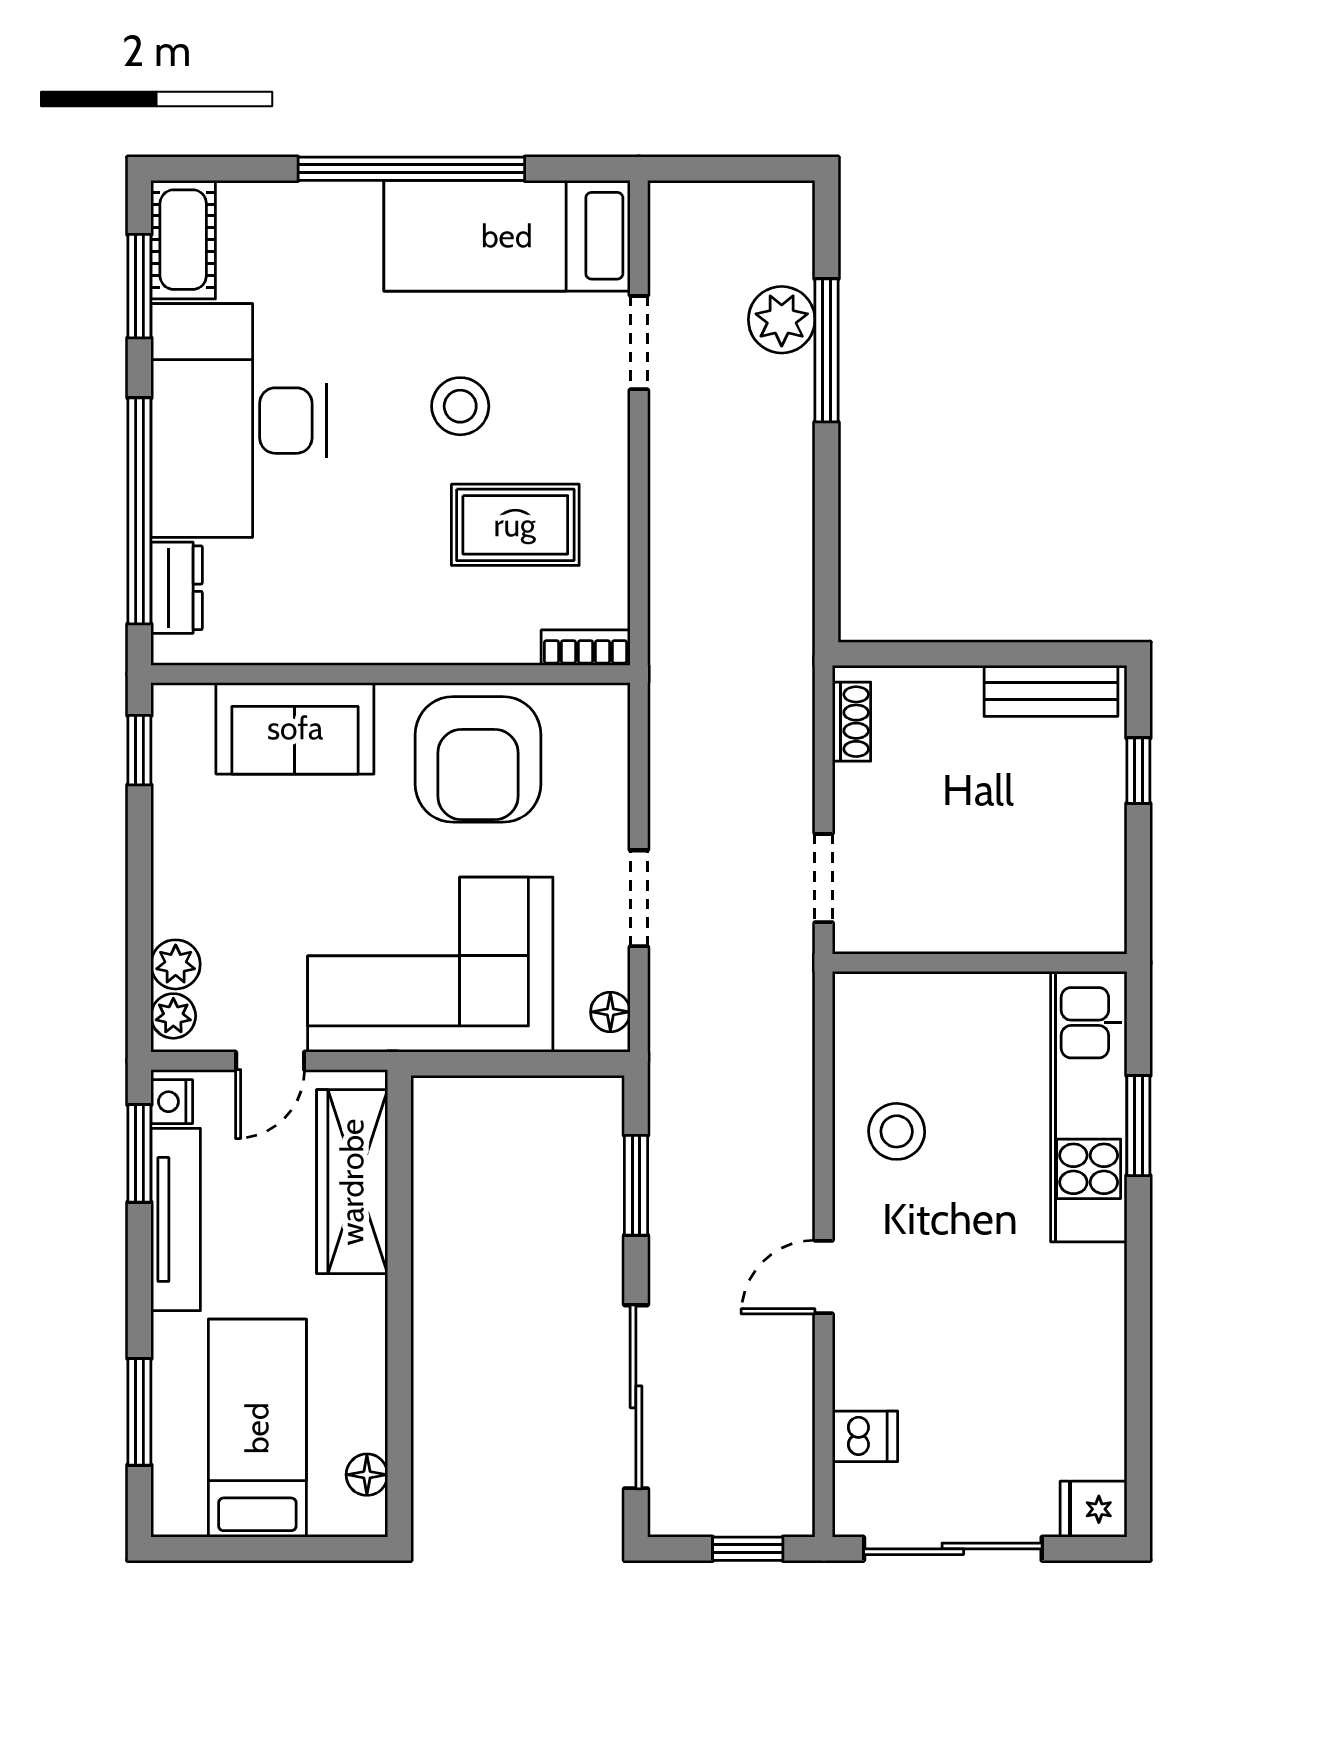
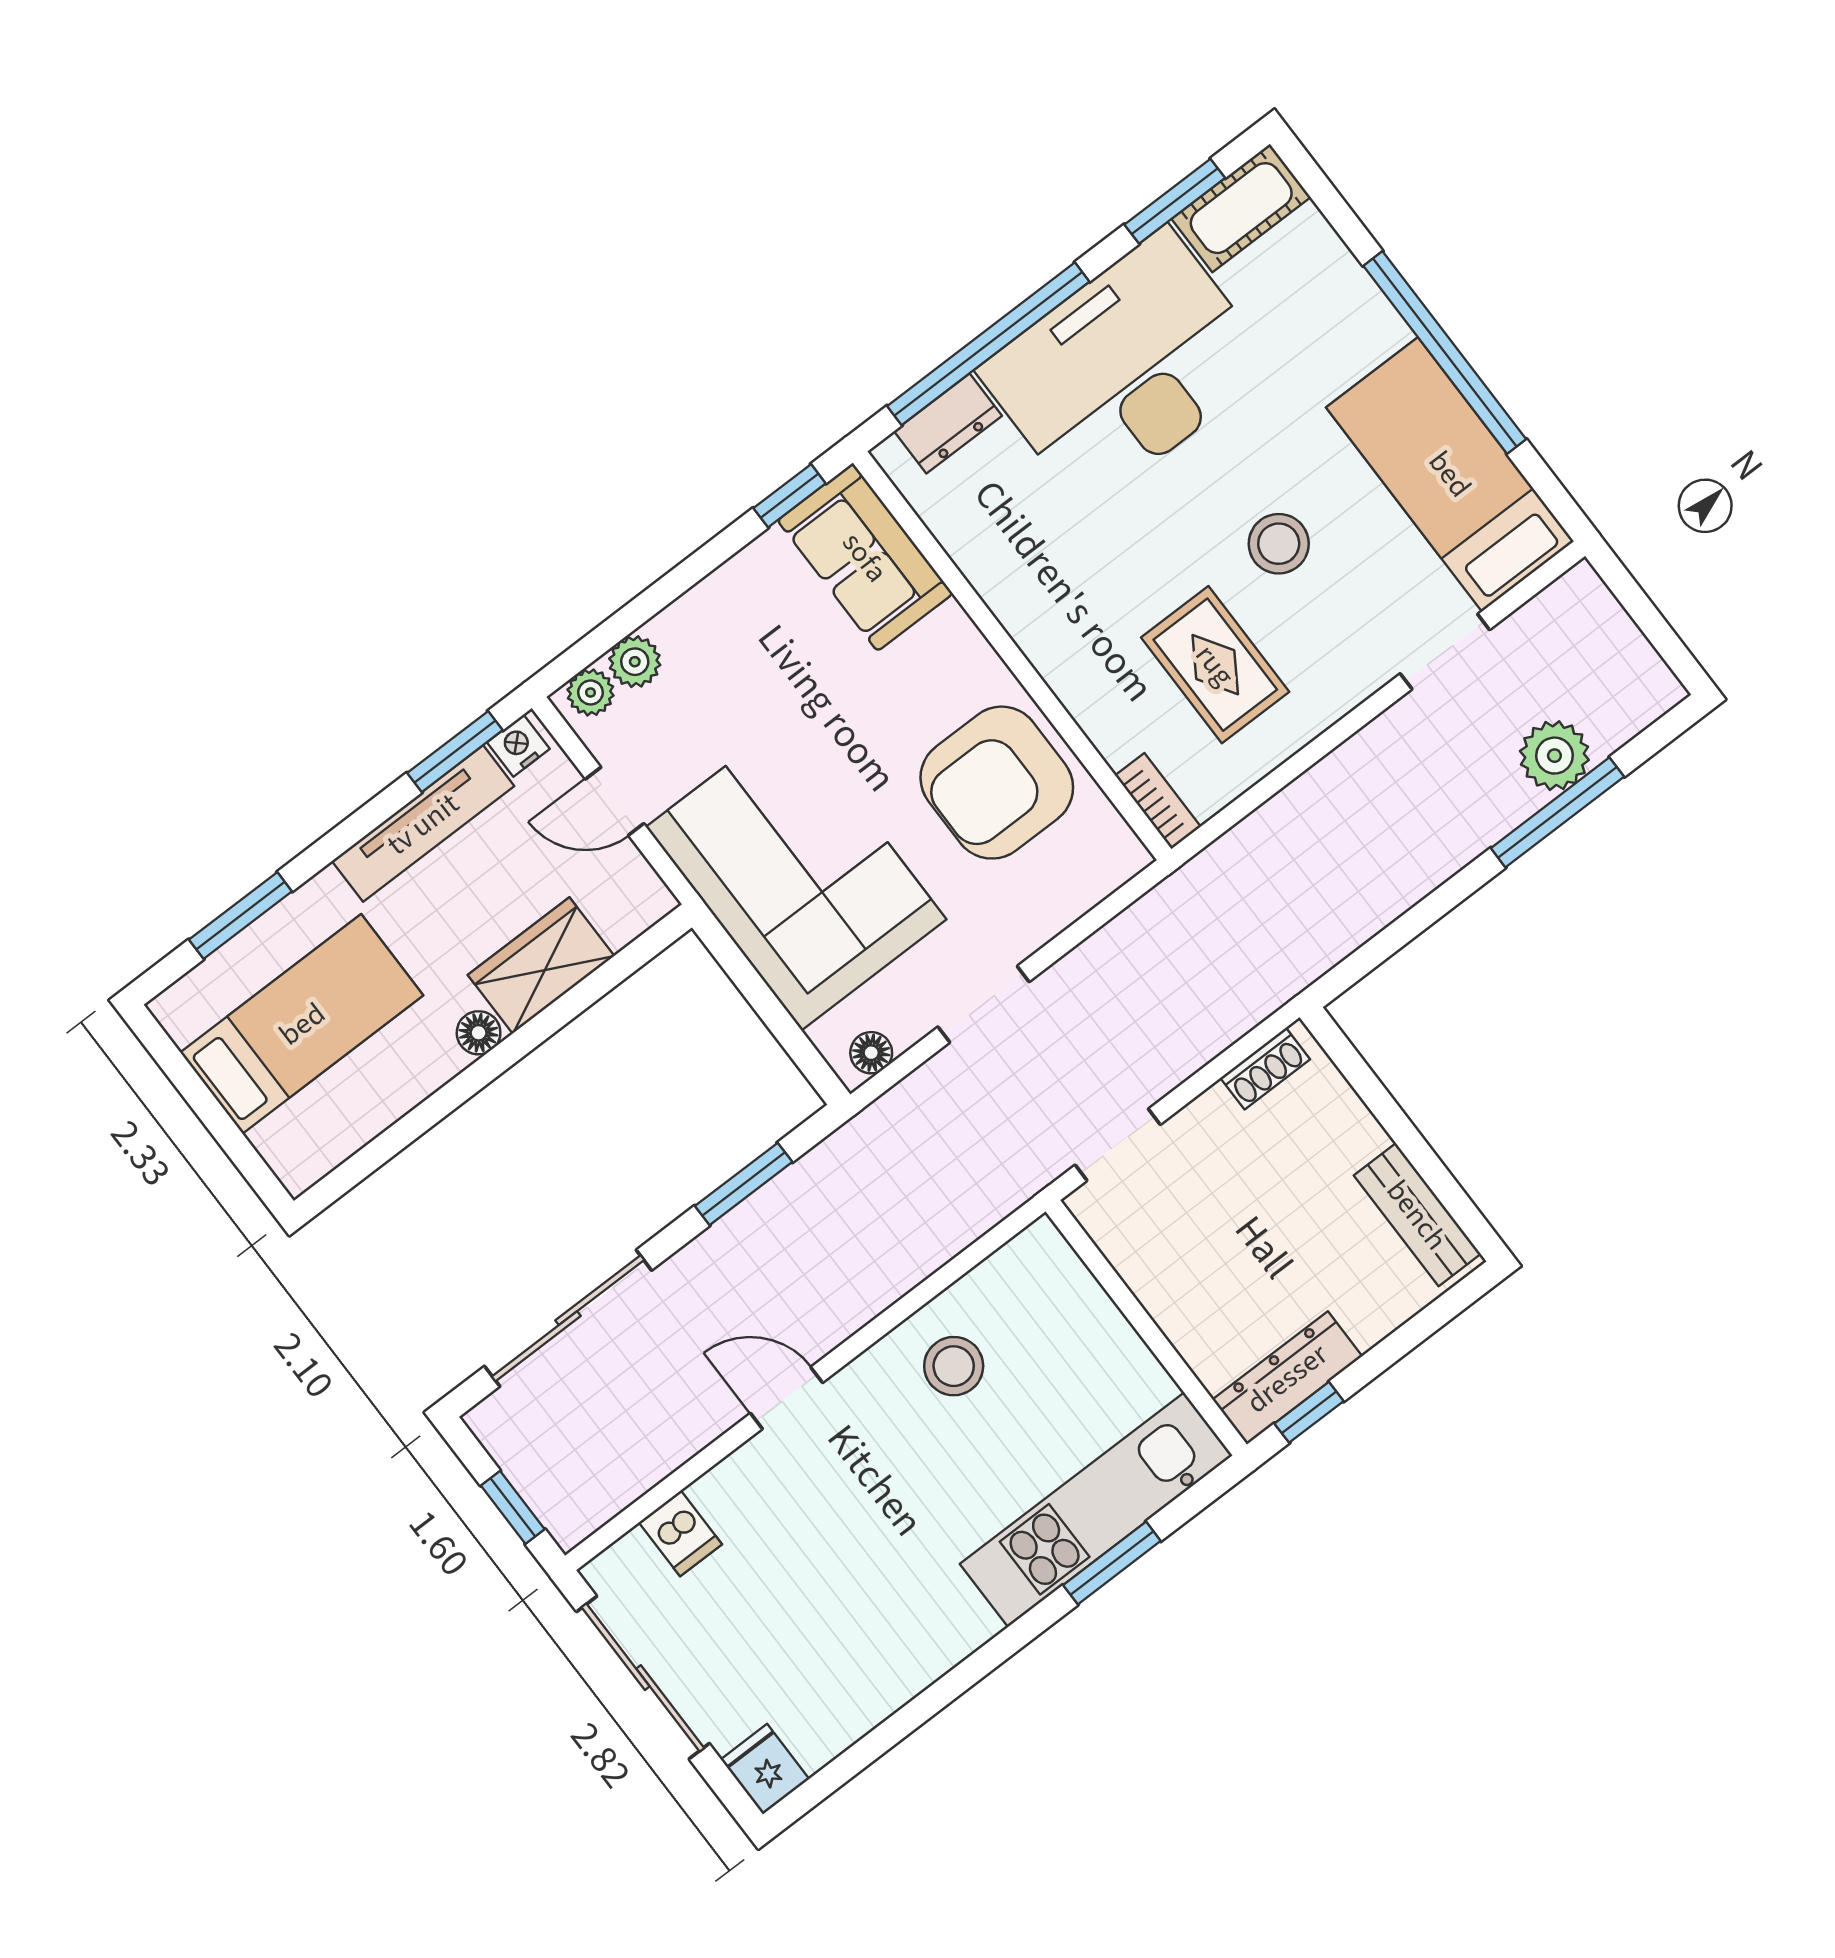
sofa: (295, 728) -> (865, 557), moved
window: (1138, 771) -> (1309, 1412), moved
dresser: (1100, 885) -> (1287, 1378), added
wardrobe: (352, 1182) -> (541, 965), width x0.67
floor lamp: (367, 1475) -> (479, 1033), moved

